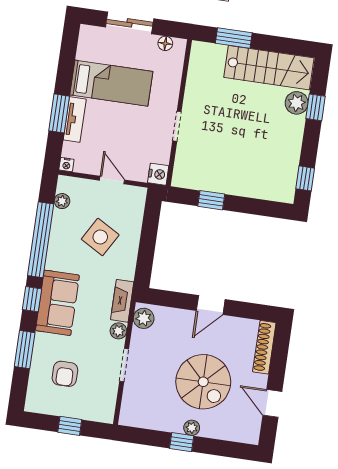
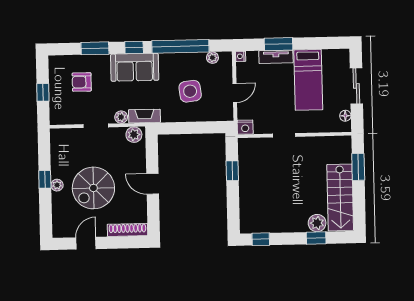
side table: (100, 237) -> (190, 91), turned -37

